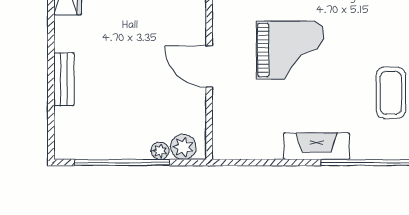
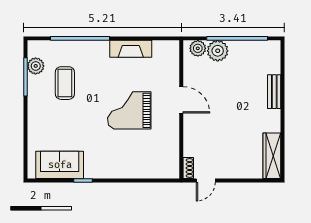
fireplace: (317, 146) -> (131, 49), moved
plant: (160, 151) -> (218, 51), width x1.88, depth x1.88

